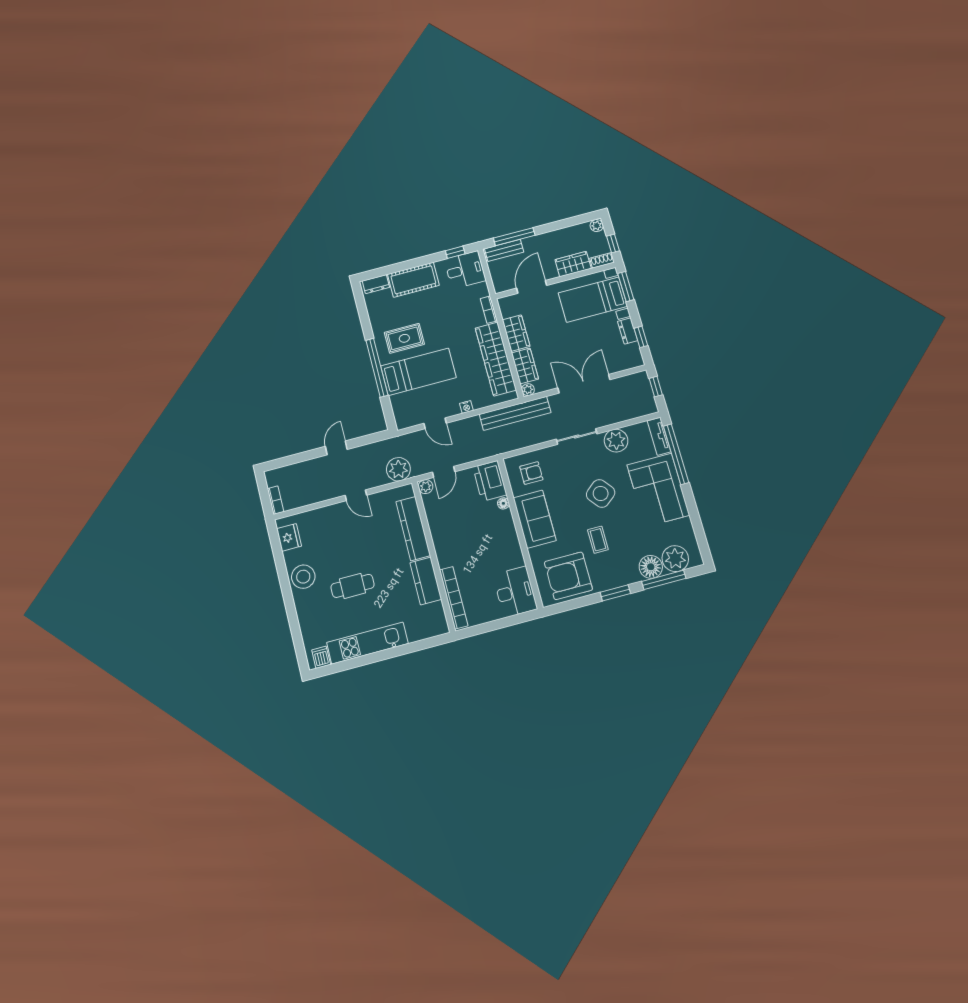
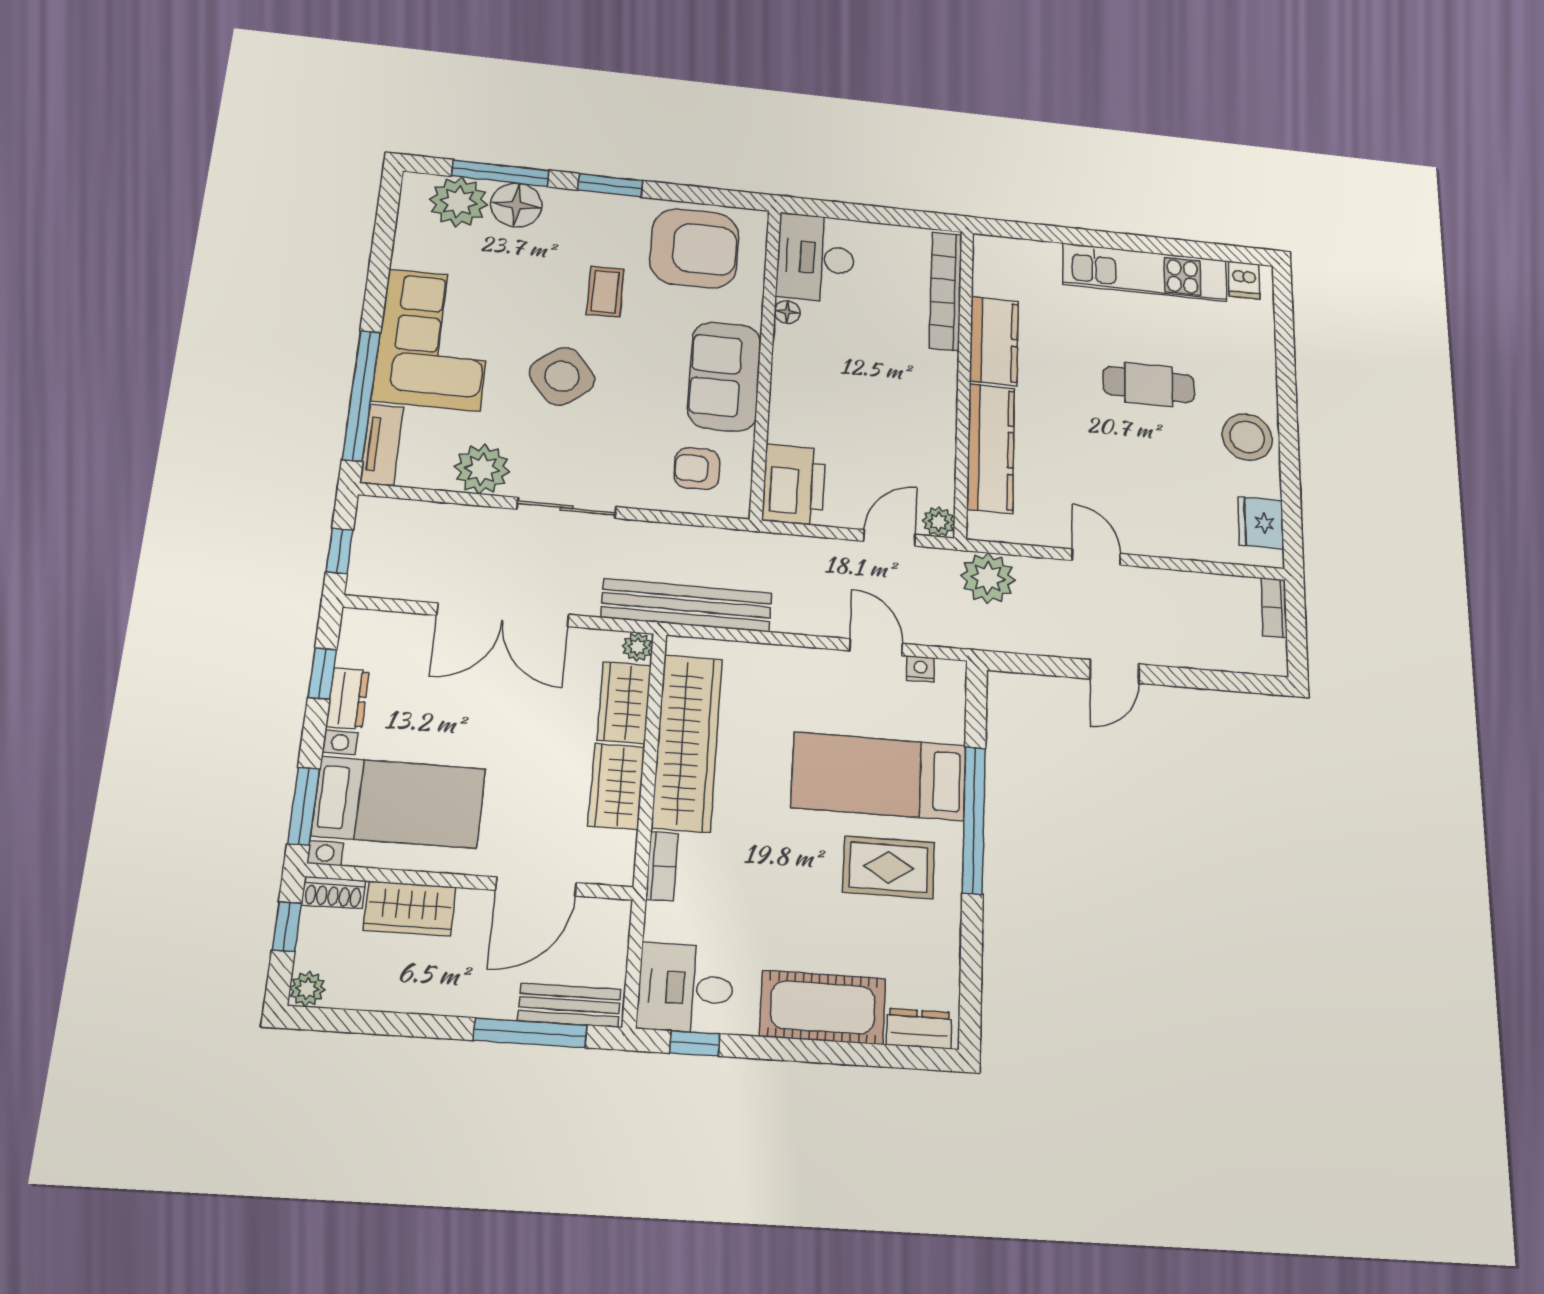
nightstand: (466, 407) -> (921, 669), moved
floor lamp: (503, 503) -> (787, 312), moved

